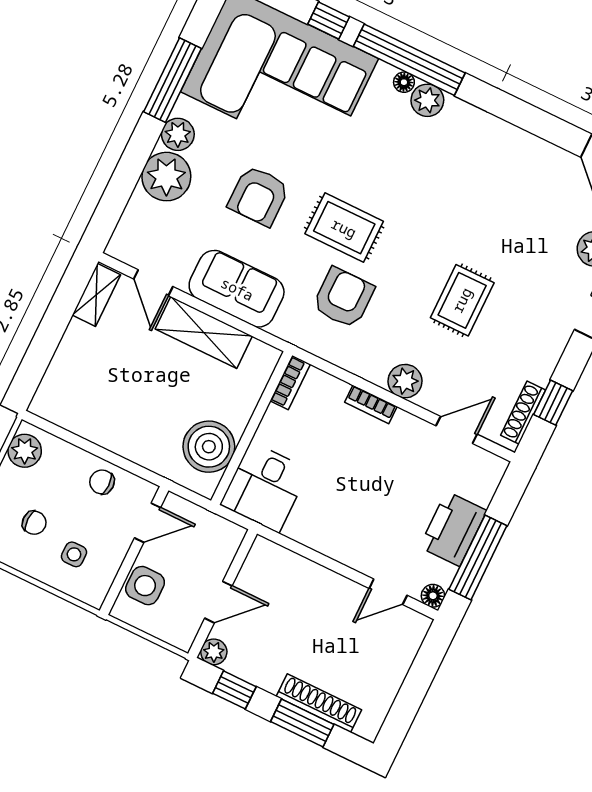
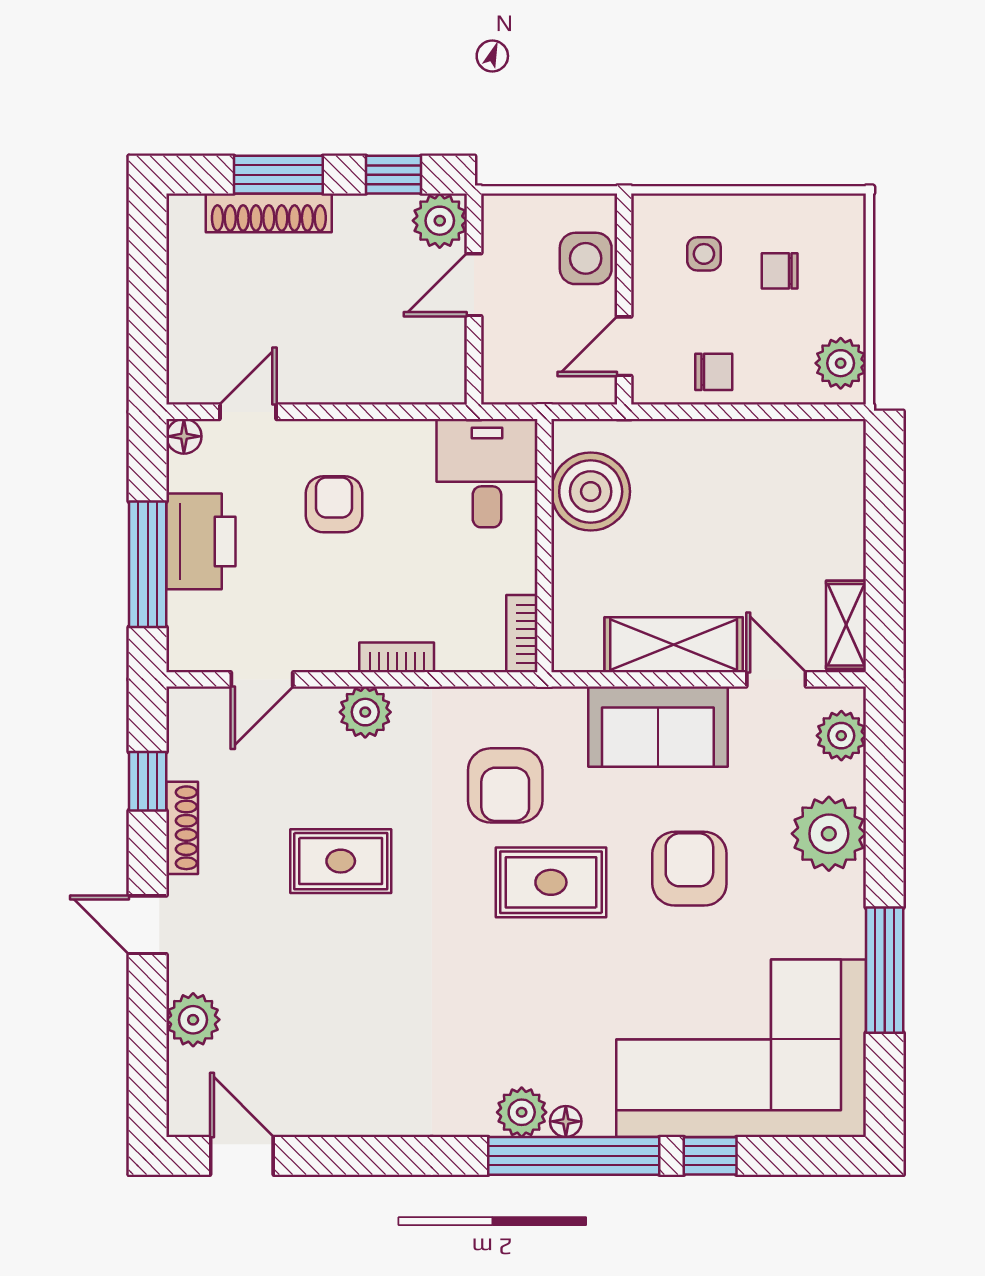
plant: (178, 134) -> (841, 736), moved
rug: (462, 300) -> (341, 861), turned 90
shoe rack: (523, 413) -> (182, 828), moved
armchair: (364, 513) -> (334, 504), added
window: (478, 558) -> (148, 564), moved
plant: (214, 652) -> (440, 221), width x1.38, depth x1.38

